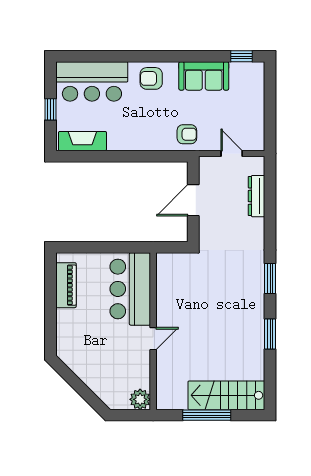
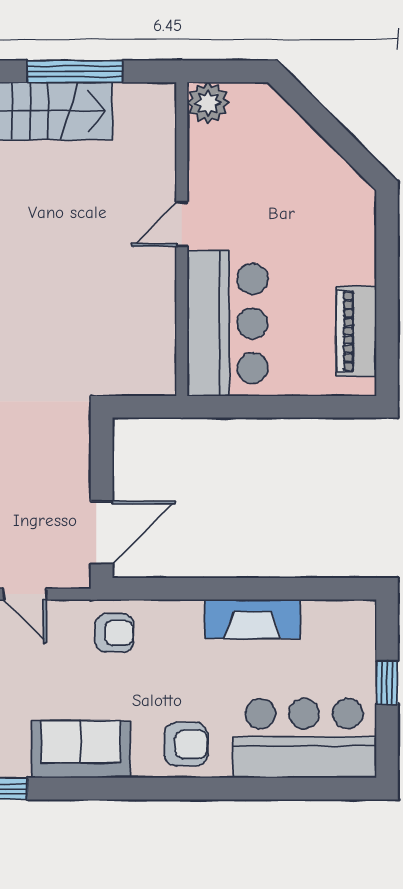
armchair: (187, 134) -> (114, 633), turned 180
fireplace: (82, 141) -> (252, 619), moved
door: (193, 200) -> (102, 532), moved

